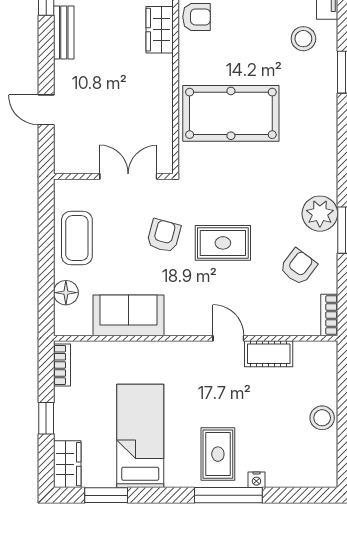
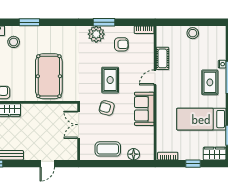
armchair: (298, 267) -> (121, 44), turned 142
sofa: (129, 315) -> (144, 109), moved
rug: (218, 454) -> (210, 82), turned 90

